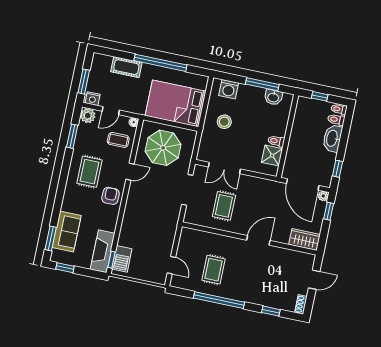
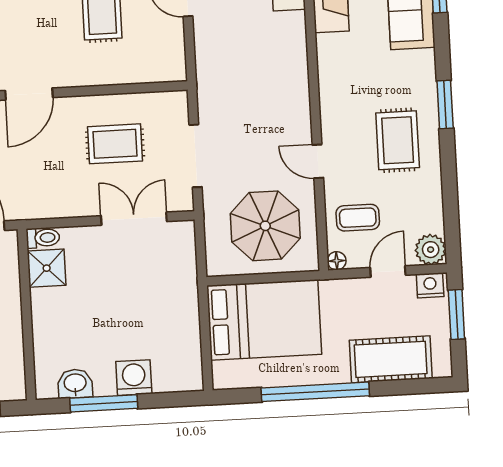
cot: (126, 67) -> (391, 359), width x1.37, depth x1.34
washing machine: (229, 89) -> (134, 378), moved
stool: (224, 122) -> (159, 309), removed
window: (72, 136) -> (445, 104), moved
toilet: (276, 141) -> (43, 238), moved
door: (130, 172) -> (318, 161), hinge flipped
armchair: (111, 196) -> (343, 104), removed
rug: (224, 206) -> (115, 144), turned 90

